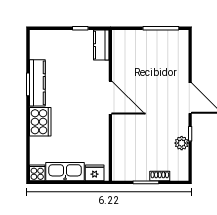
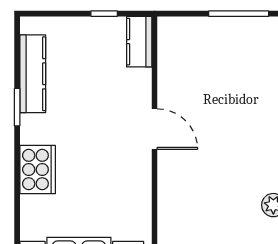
kitchen counter: (37, 83) -> (33, 74), moved
door: (110, 98) -> (155, 129), width x0.73

